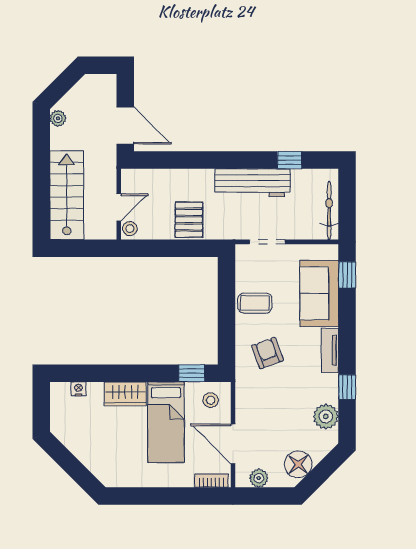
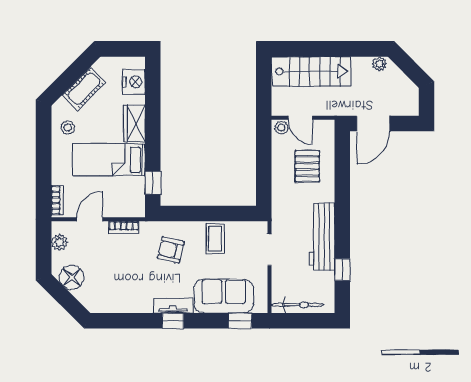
pallet: (189, 220) -> (307, 166), moved, turned 90
armchair: (267, 353) -> (171, 250), turned -147
window: (347, 387) -> (173, 321), moved
nightstand: (78, 389) -> (134, 82), width x1.89, depth x1.79
stool: (211, 400) -> (68, 128), moved
bookcase: (242, 406) -> (124, 227), added
plant: (326, 416) -> (114, 302), removed
door: (233, 444) -> (90, 219), width x0.73
cot: (86, 450) -> (84, 89), added

